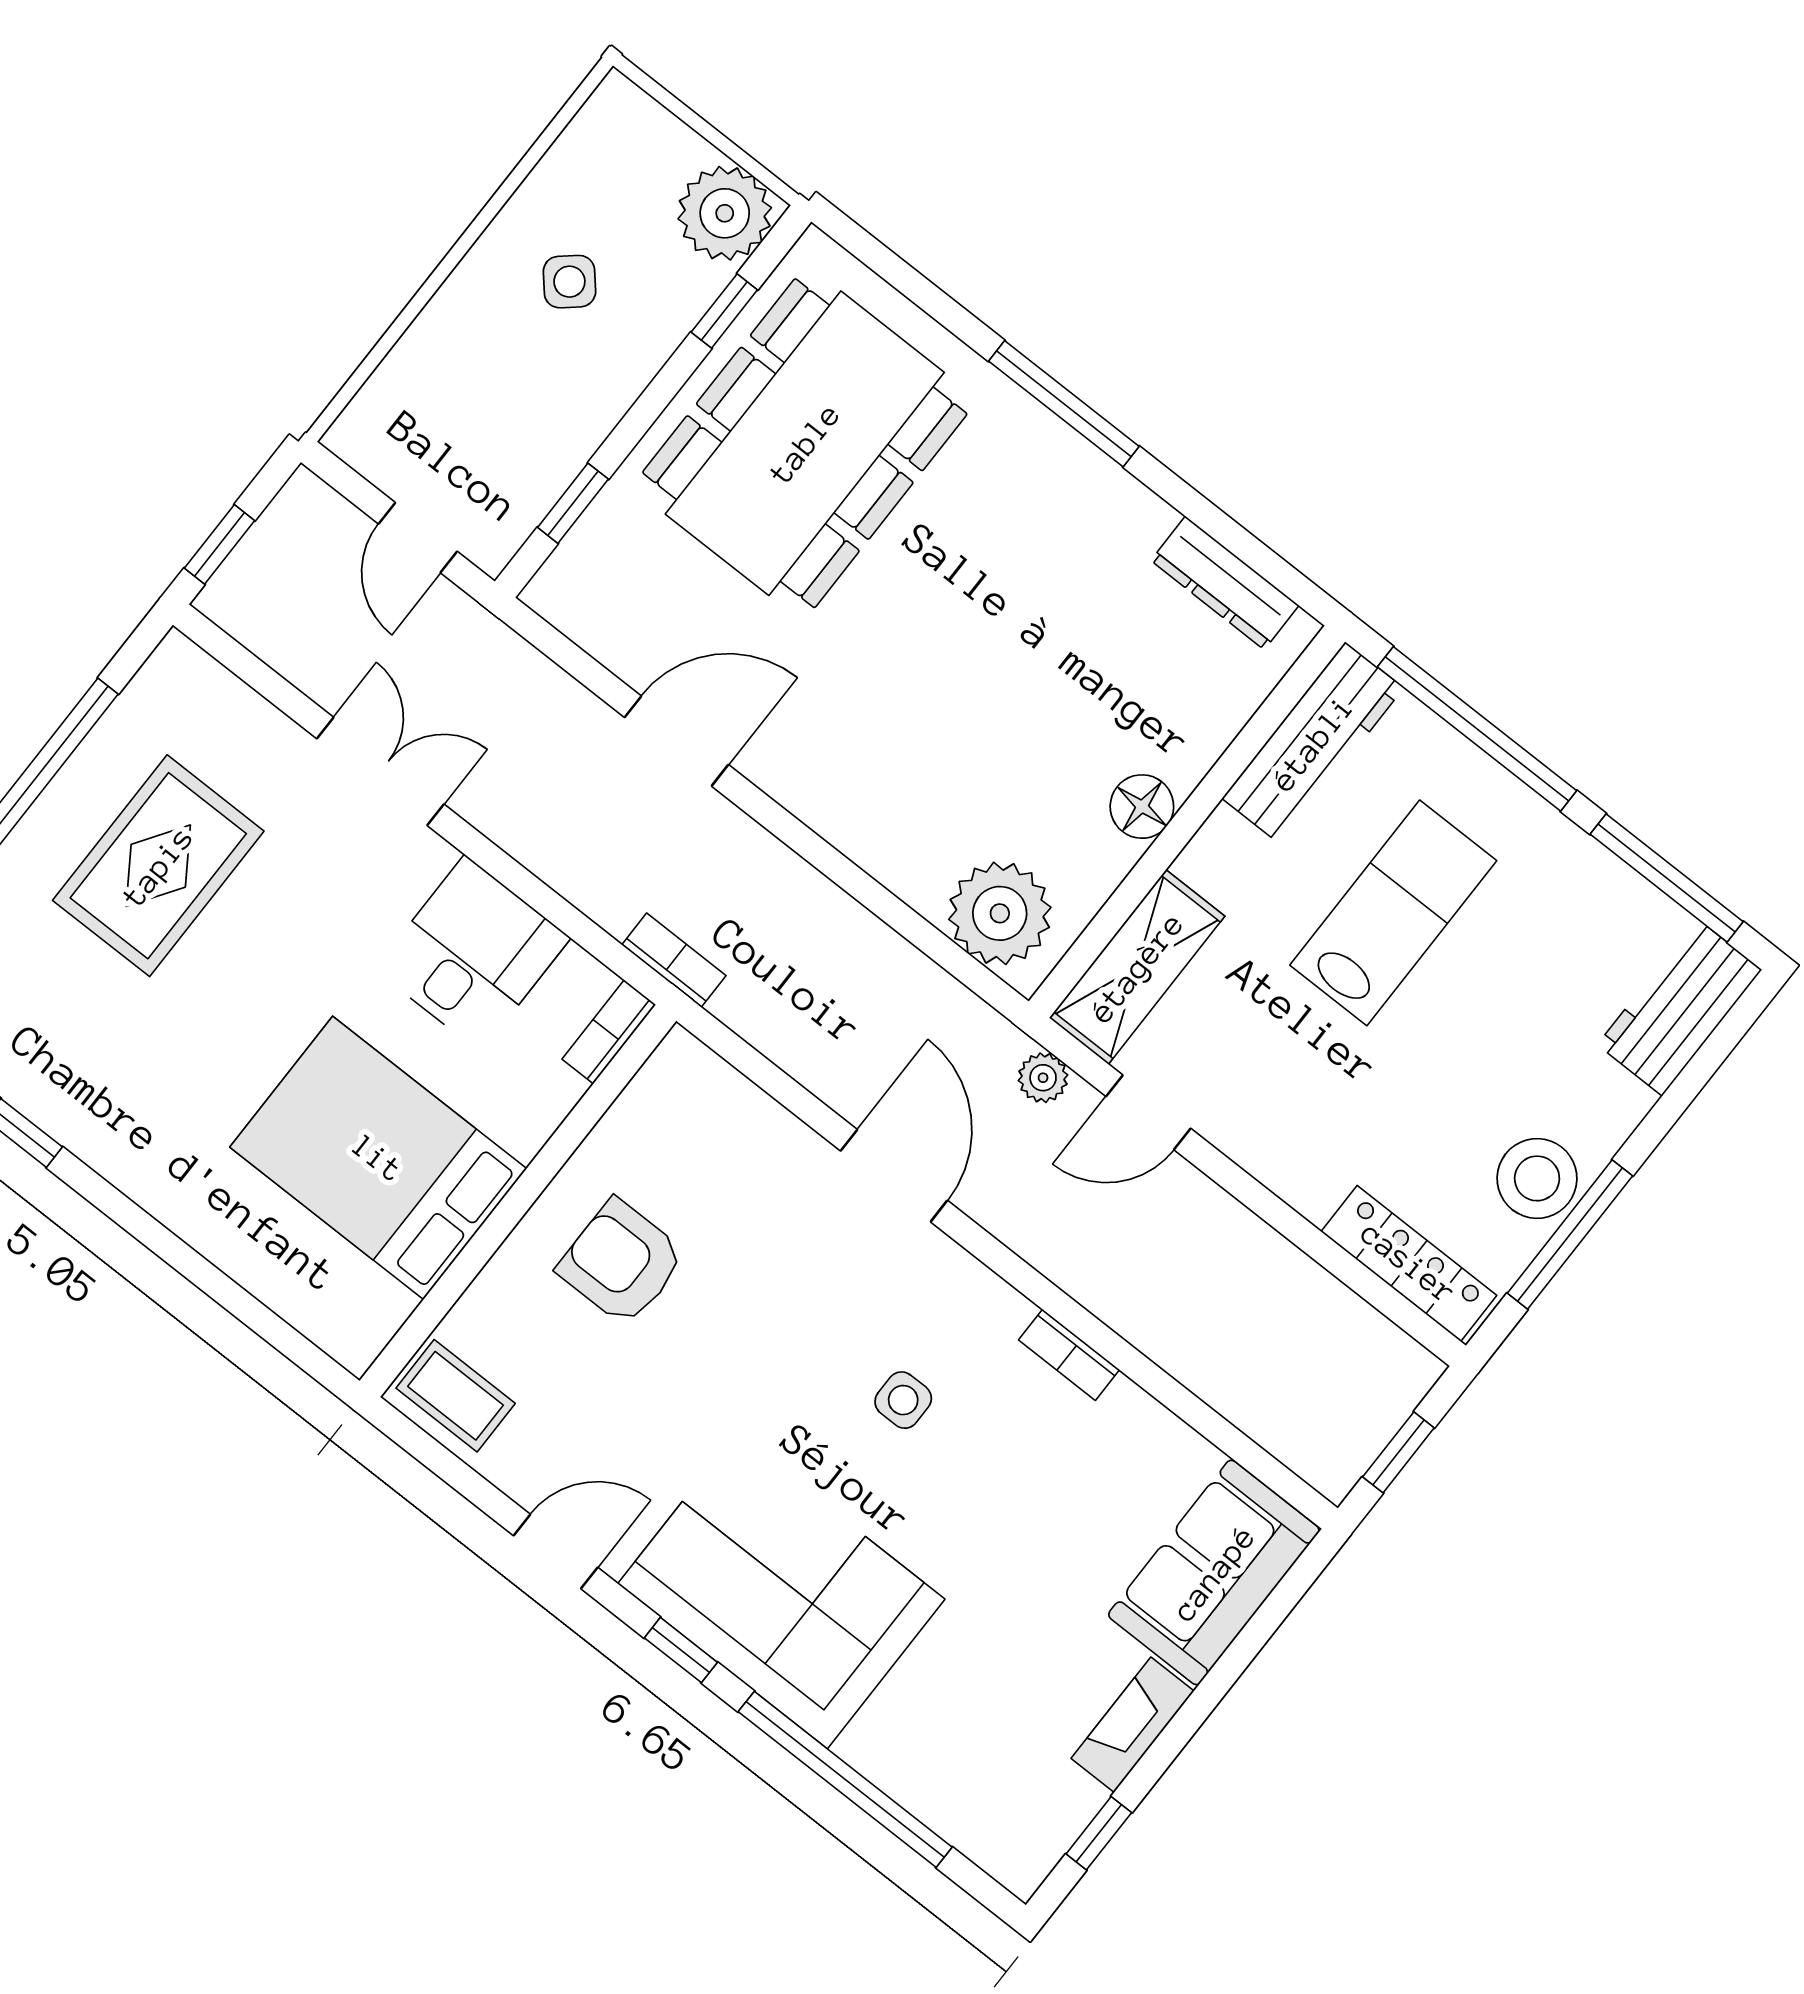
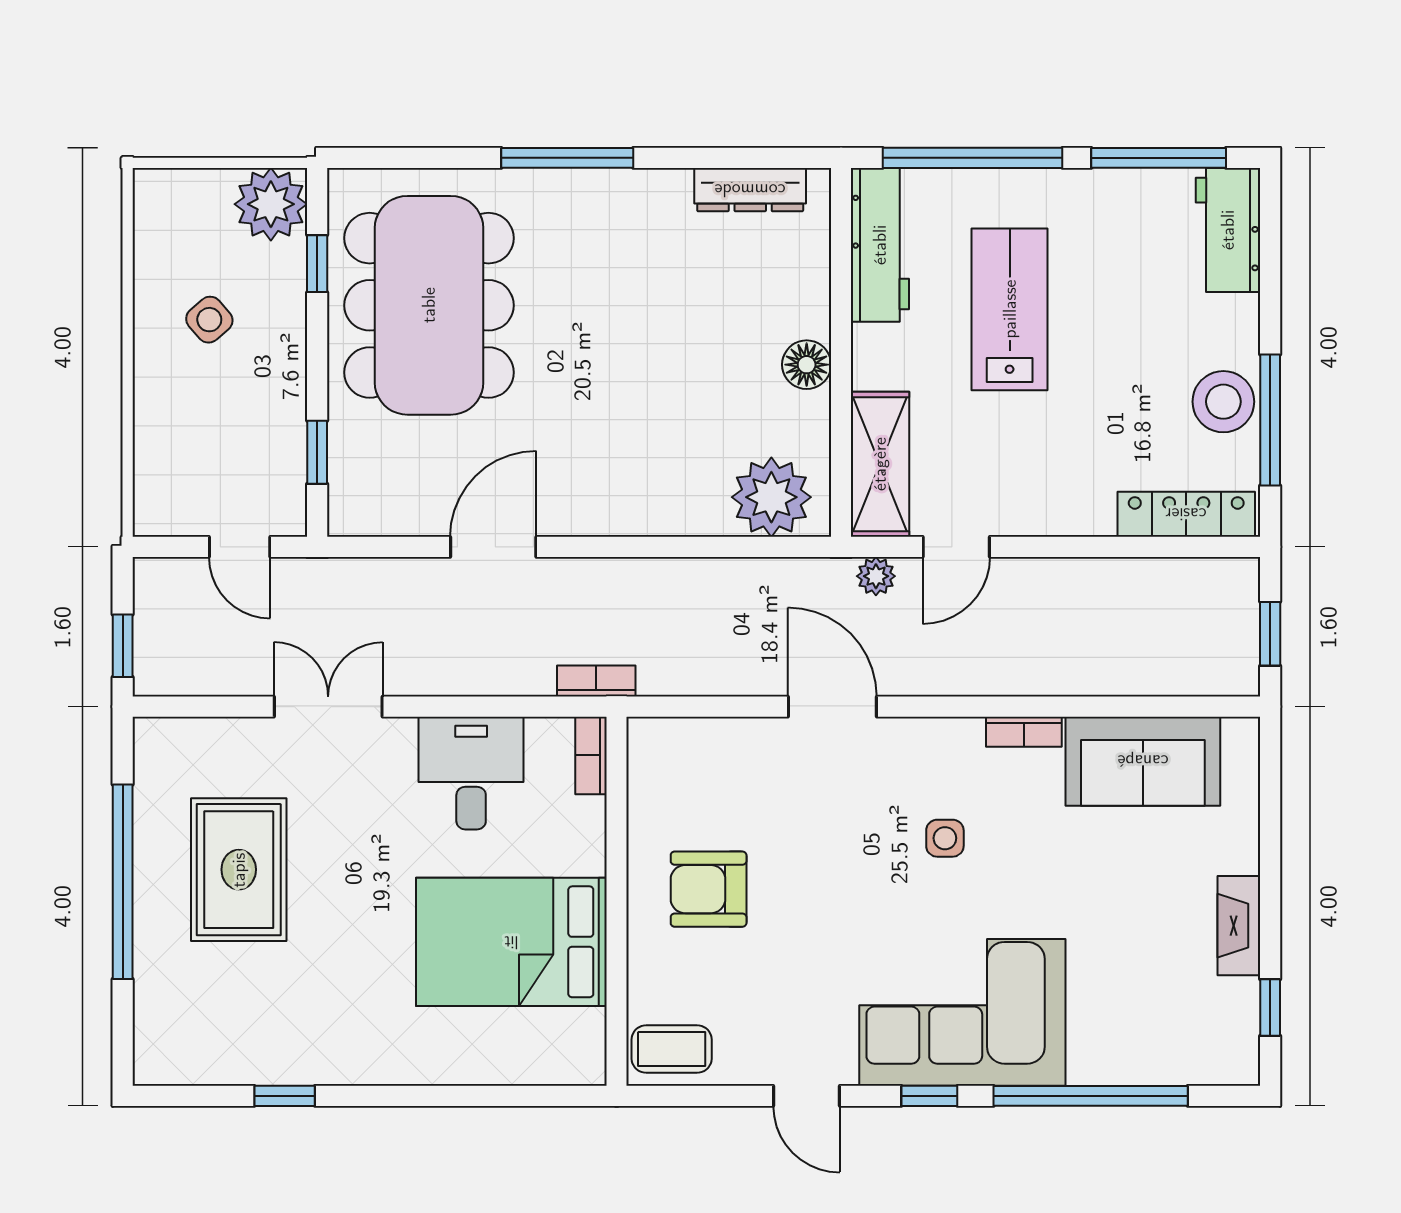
door: (556, 1552) -> (807, 1096), swing flipped
sofa: (1214, 1573) -> (1143, 761), moved, turned -90

